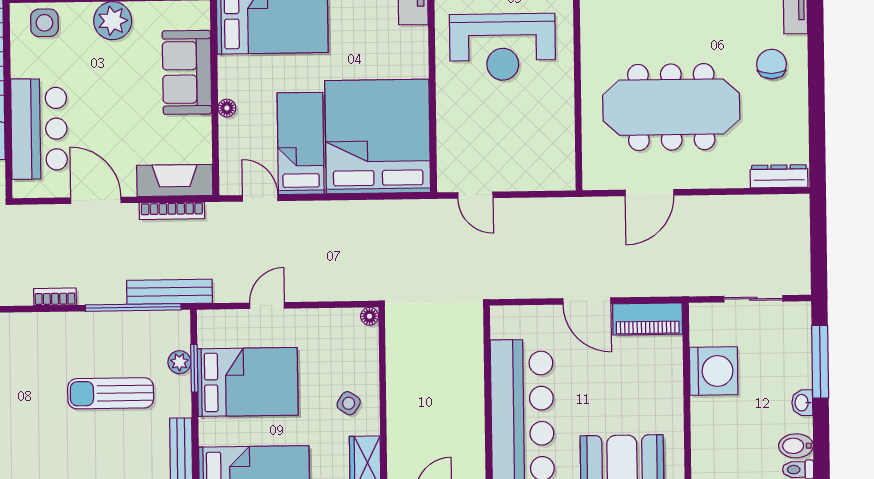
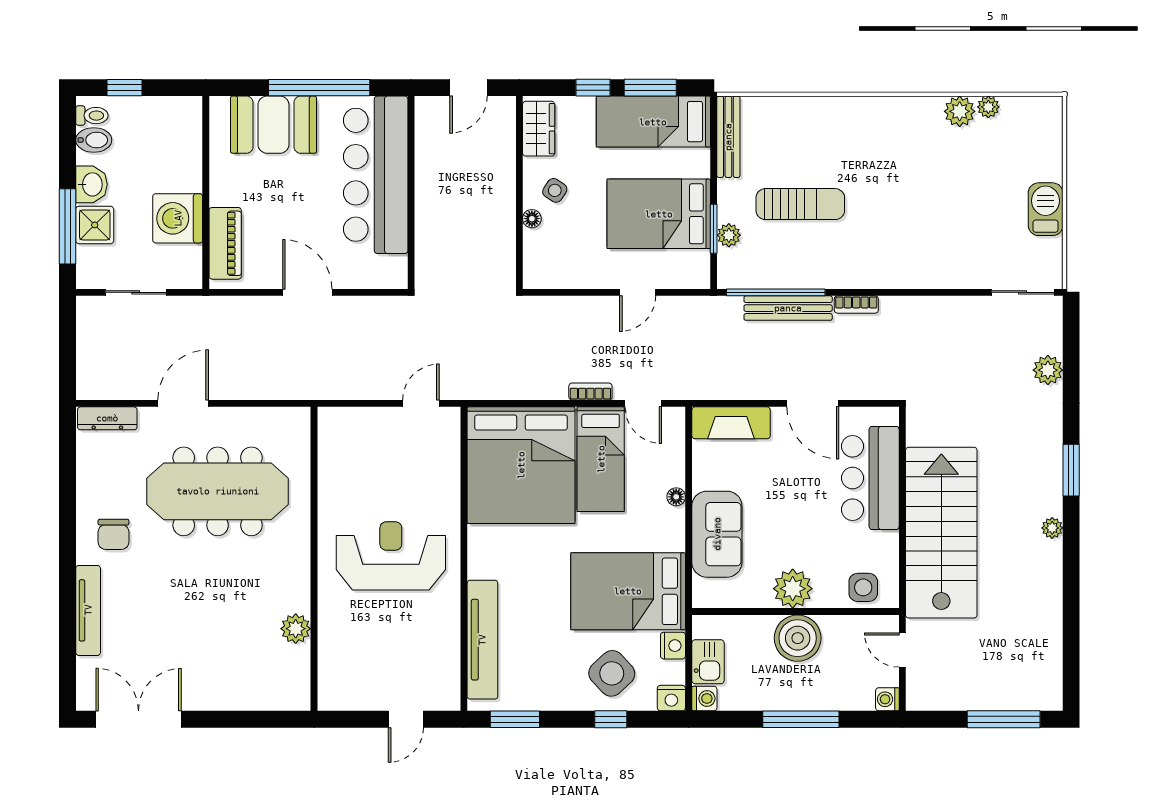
door: (650, 193) -> (183, 403), moved
door: (475, 195) -> (421, 403), hinge flipped
bookcase: (172, 211) -> (590, 391), moved, width x0.64
bench: (169, 292) -> (788, 308), moved
floor lamp: (370, 316) -> (532, 219), moved
piano: (648, 319) -> (225, 243), moved, turned 90
shower: (794, 364) -> (95, 225), added
washbasin: (802, 403) -> (91, 184), width x1.38, depth x1.45

